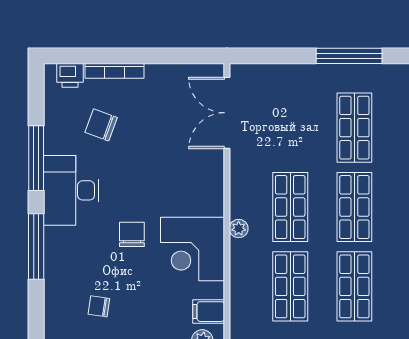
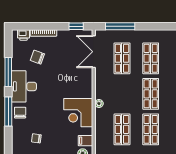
window: (188, 56) -> (76, 26), added
window: (349, 56) -> (120, 26), moved
shop shelf: (290, 207) -> (122, 58), moved
chair: (132, 234) -> (20, 113), moved

